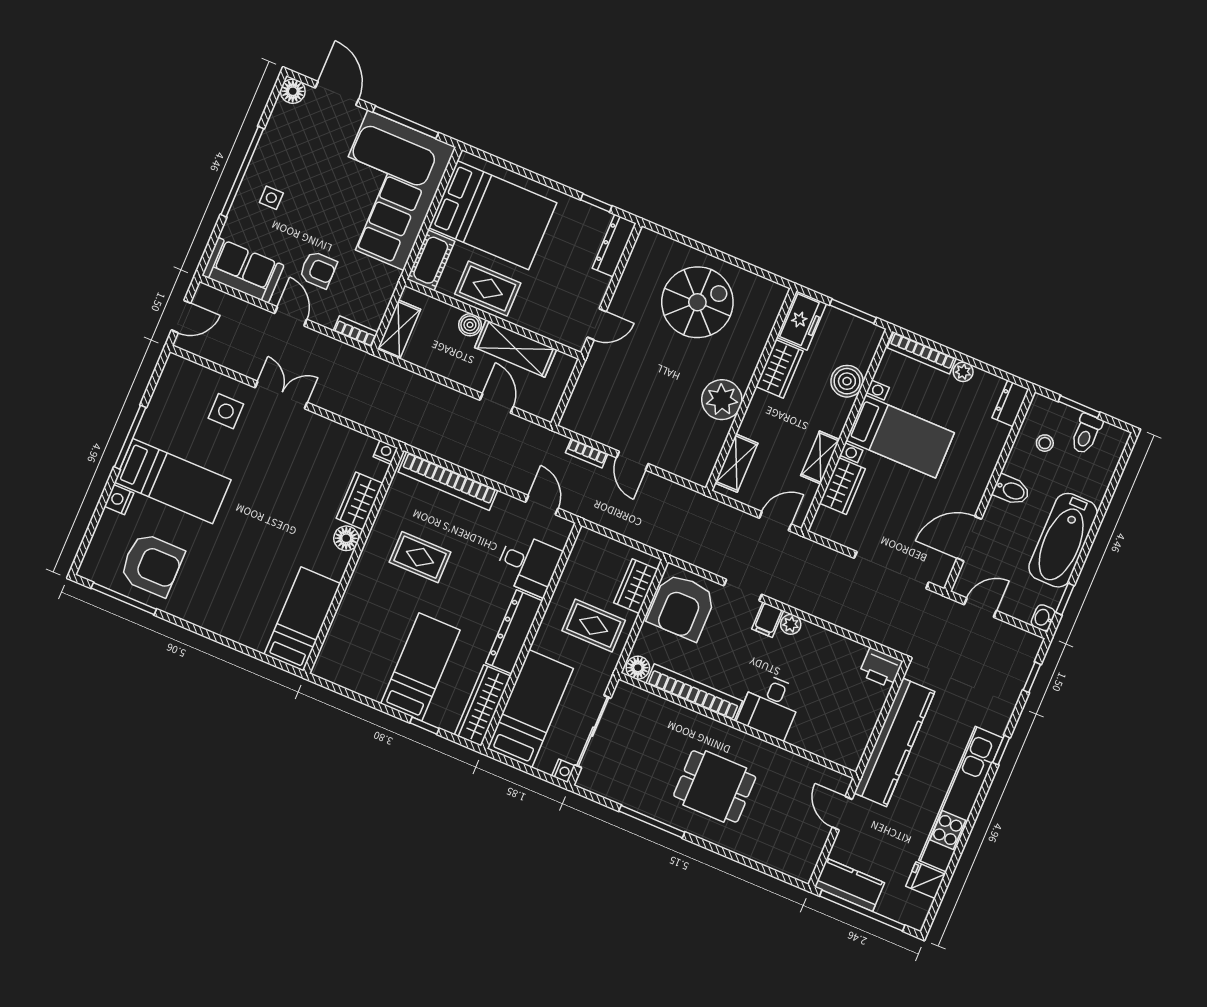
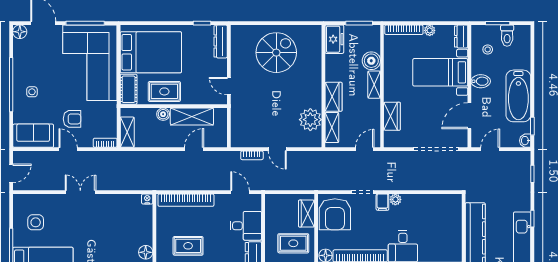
door: (597, 324) -> (229, 86), swing flipped
wardrobe: (779, 369) -> (333, 97), moved
plant: (722, 400) -> (310, 120), moved
door: (496, 403) -> (194, 149), hinge flipped
side table: (226, 411) -> (36, 222), moved
bed with nightstands: (900, 437) -> (440, 72), moved, turned 180
shelving: (820, 458) -> (374, 85), moved
wardrobe: (360, 501) -> (144, 230), removed
printer: (881, 668) -> (452, 202), removed

